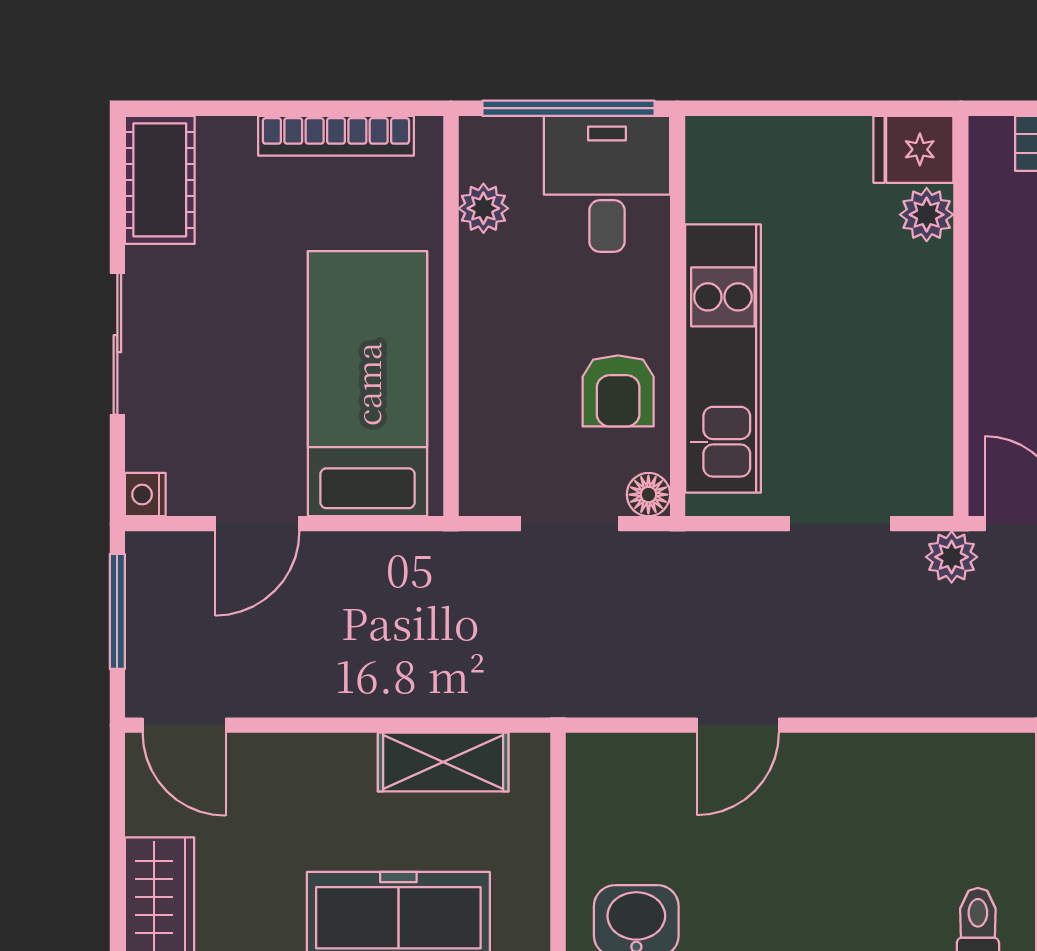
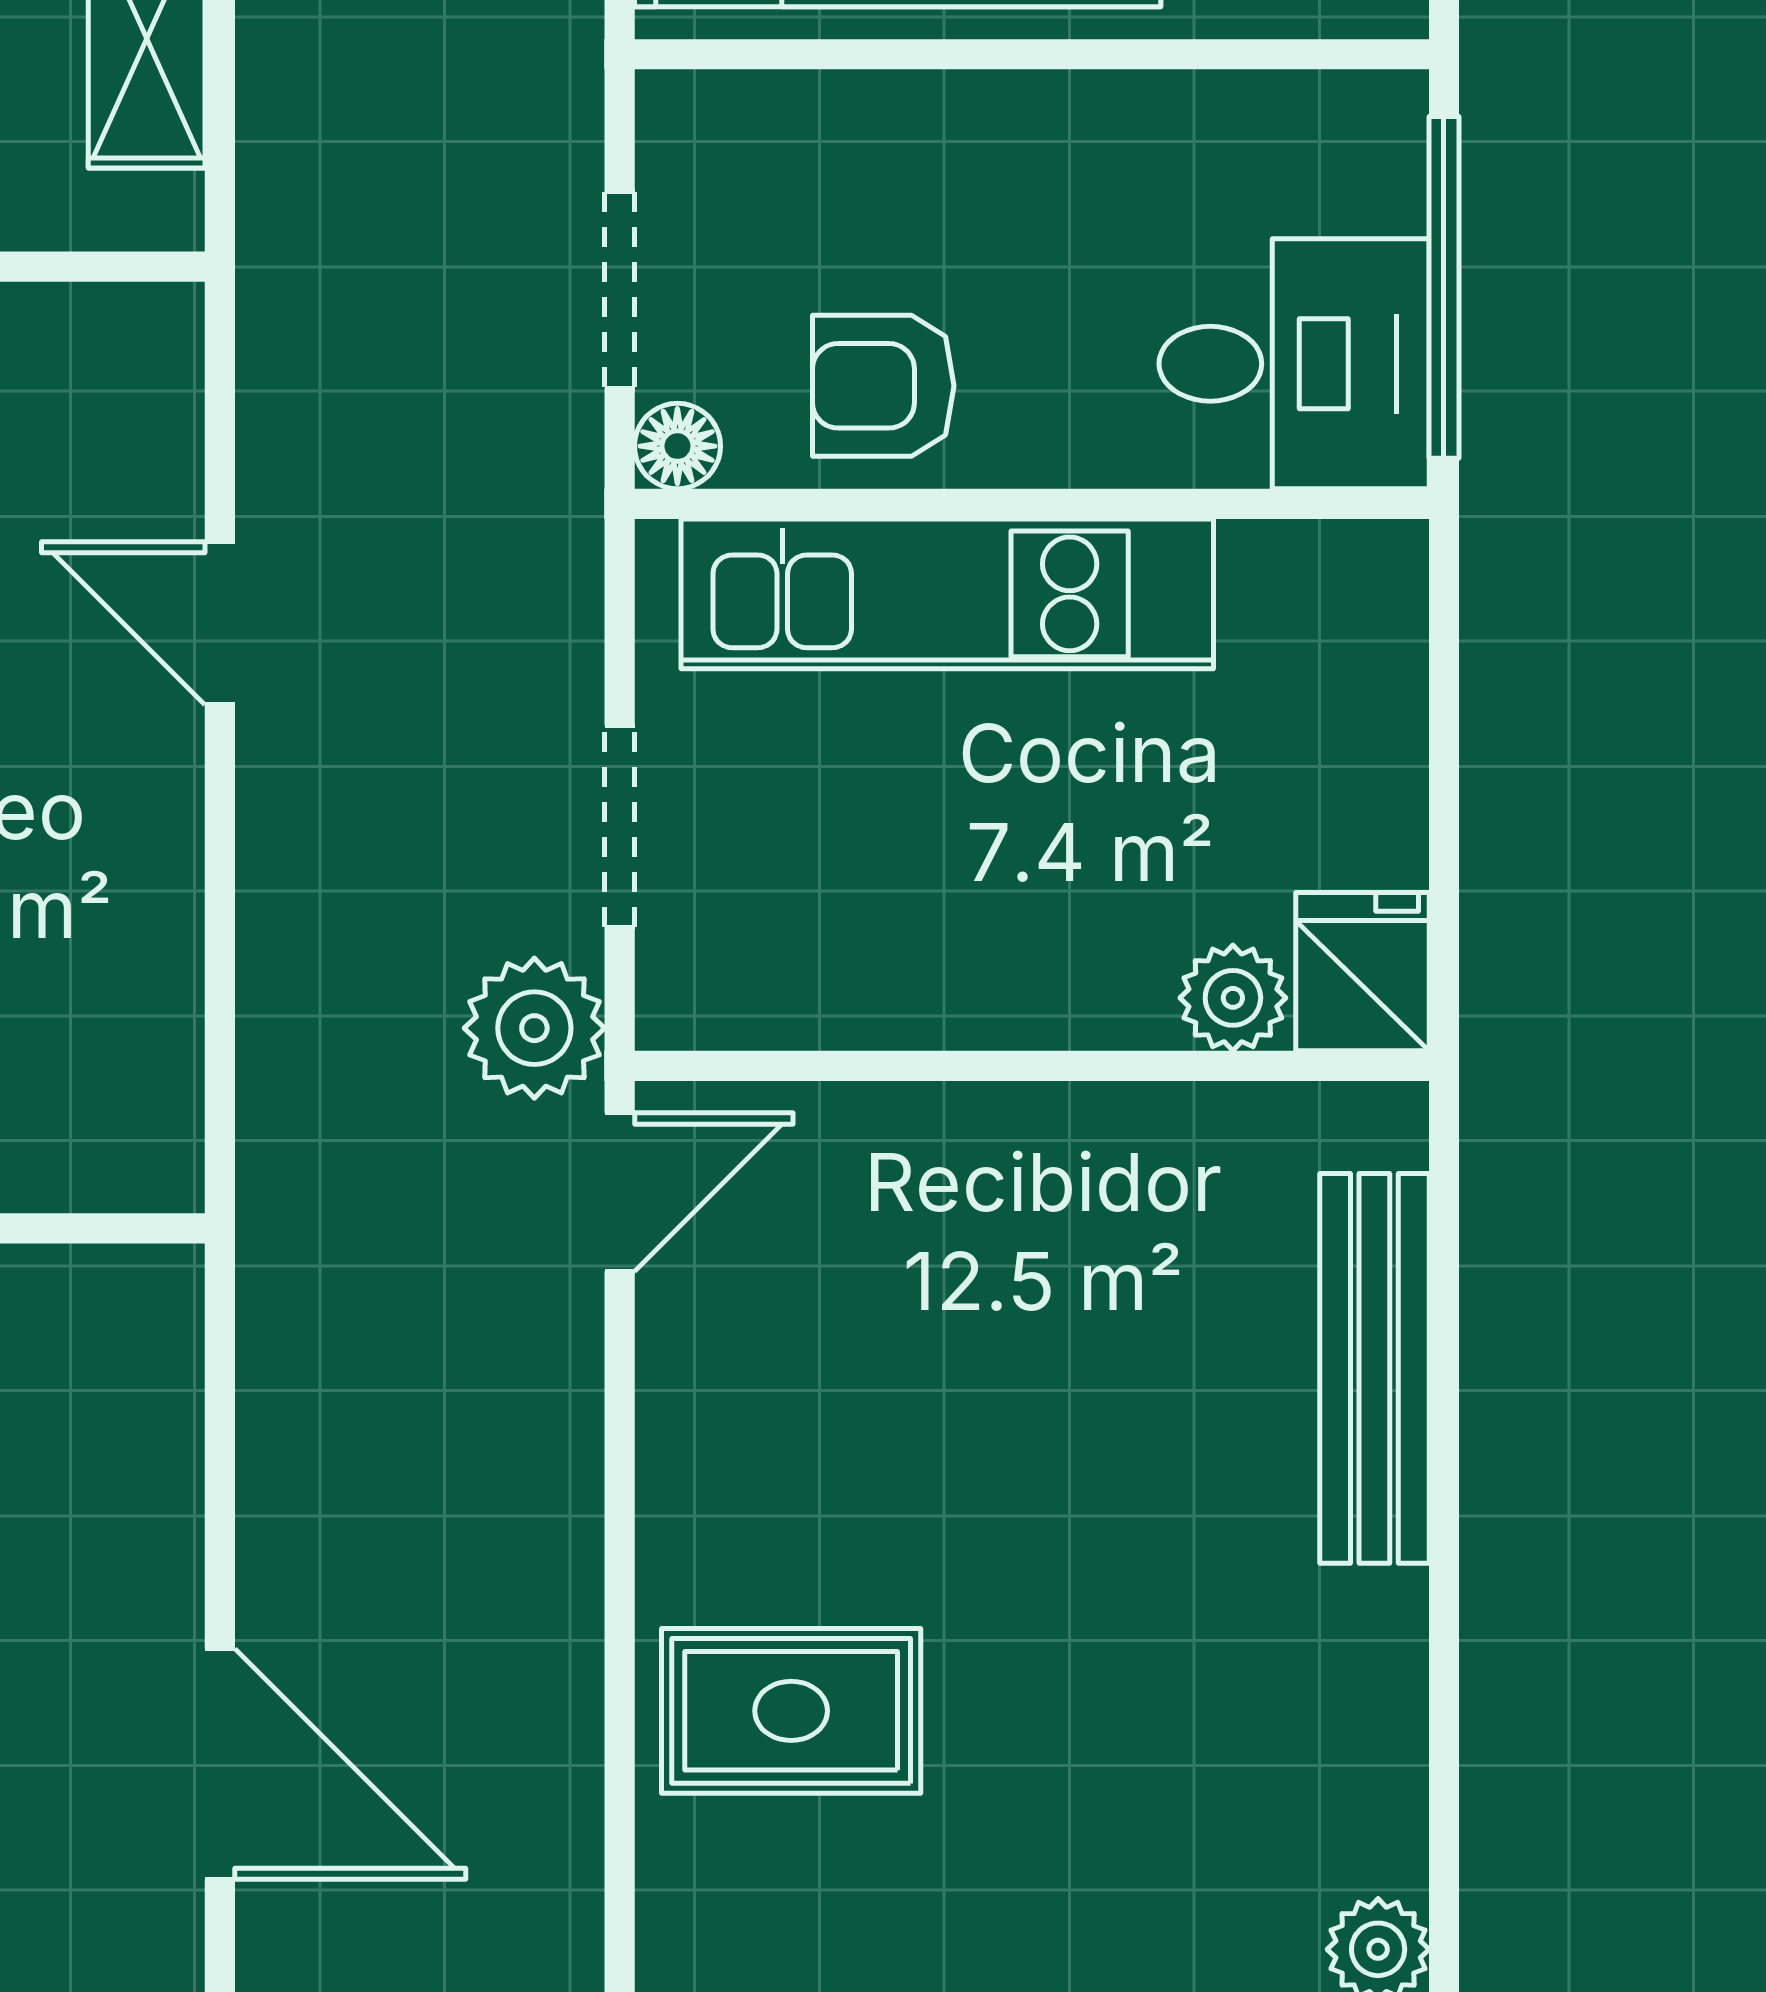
plant: (483, 208) -> (1245, 119), removed
plant: (952, 557) -> (534, 1028), width x1.38, depth x1.38

